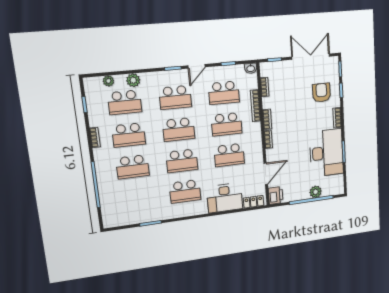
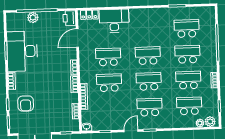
plant: (133, 80) -> (210, 122), moved
school desk: (224, 93) -> (110, 109), removed
school desk: (185, 191) -> (187, 29), moved

